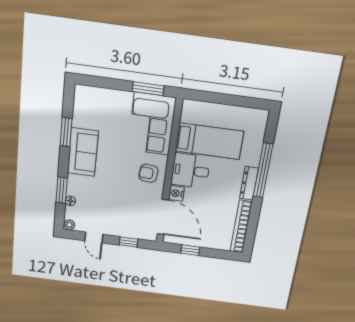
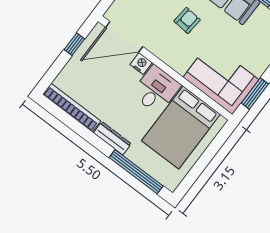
bed: (209, 141) -> (181, 127), width x1.50
window: (263, 170) -> (136, 172), moved
armchair: (148, 173) -> (187, 20), moved

